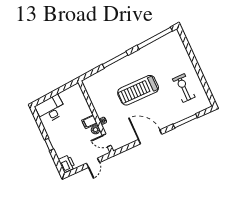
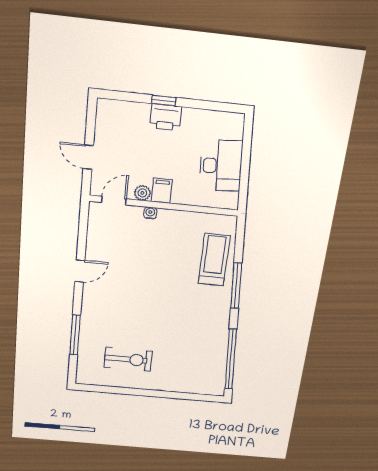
treadmill: (138, 90) -> (214, 260), moved, width x0.73, depth x0.73
desk: (51, 109) -> (221, 166), moved
door: (150, 137) -> (80, 271), width x0.53
printer: (67, 164) -> (166, 117), moved

